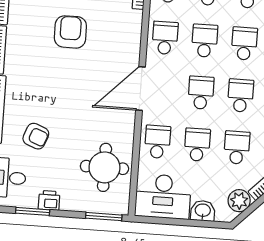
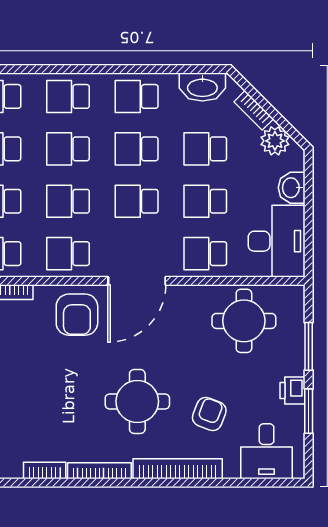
armchair: (70, 32) -> (77, 315), moved, turned -90
round table: (49, 82) -> (137, 401), added
door: (141, 89) -> (137, 281), hinge flipped
window: (104, 217) -> (309, 346), moved

